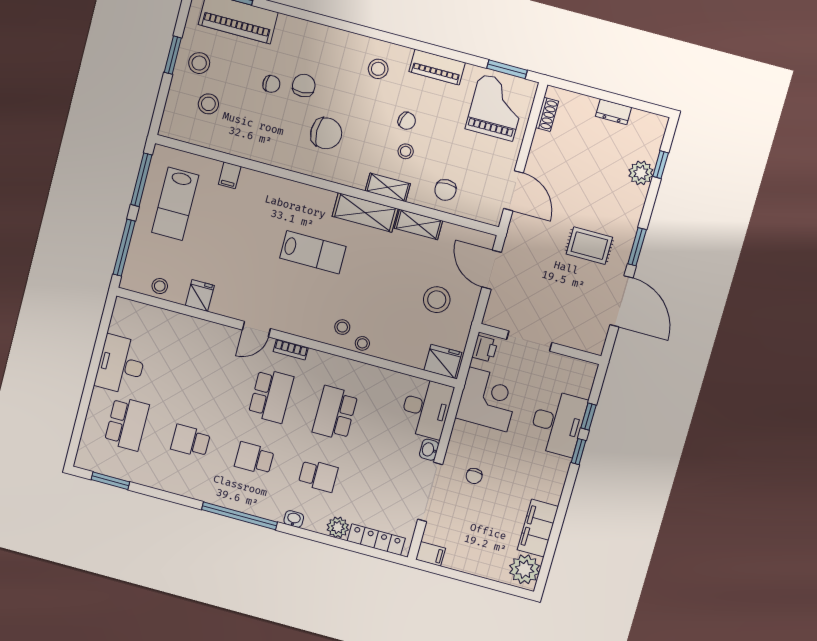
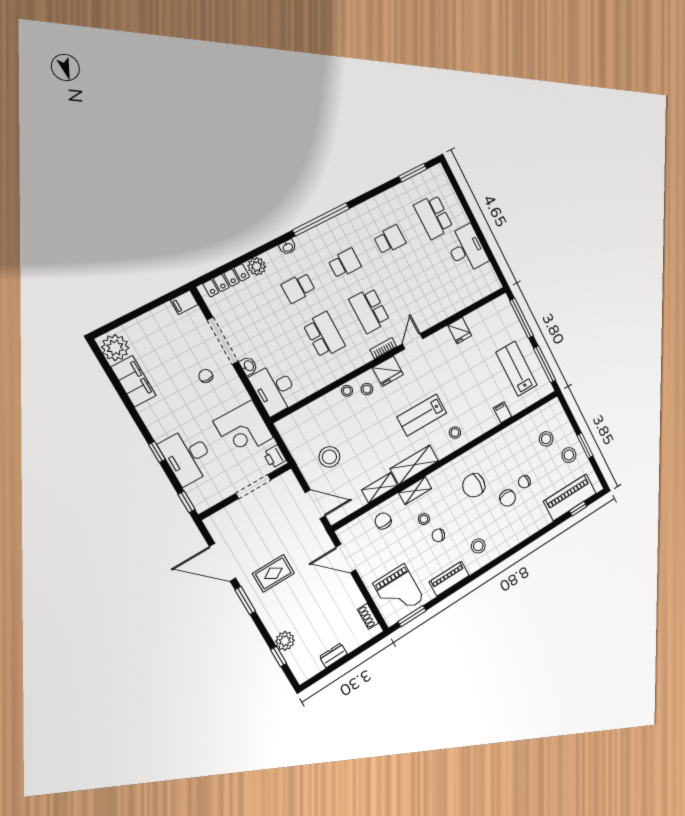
stool: (160, 286) -> (455, 433), moved
fridge: (443, 361) -> (388, 371), moved
window: (589, 416) -> (187, 502), moved

